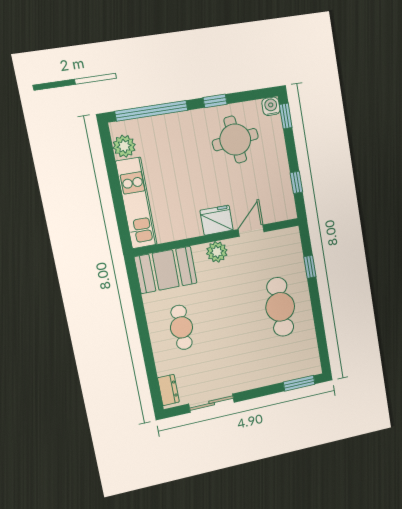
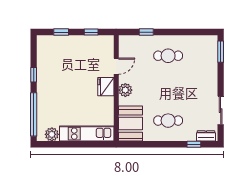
water cooler: (271, 106) -> (42, 40), removed
window: (286, 116) -> (61, 32), moved
round table: (235, 140) -> (59, 66), removed
door: (251, 231) -> (116, 66), swing flipped
cafe table: (280, 307) -> (168, 56), width x0.73, depth x0.74
window: (152, 375) -> (194, 144), added

